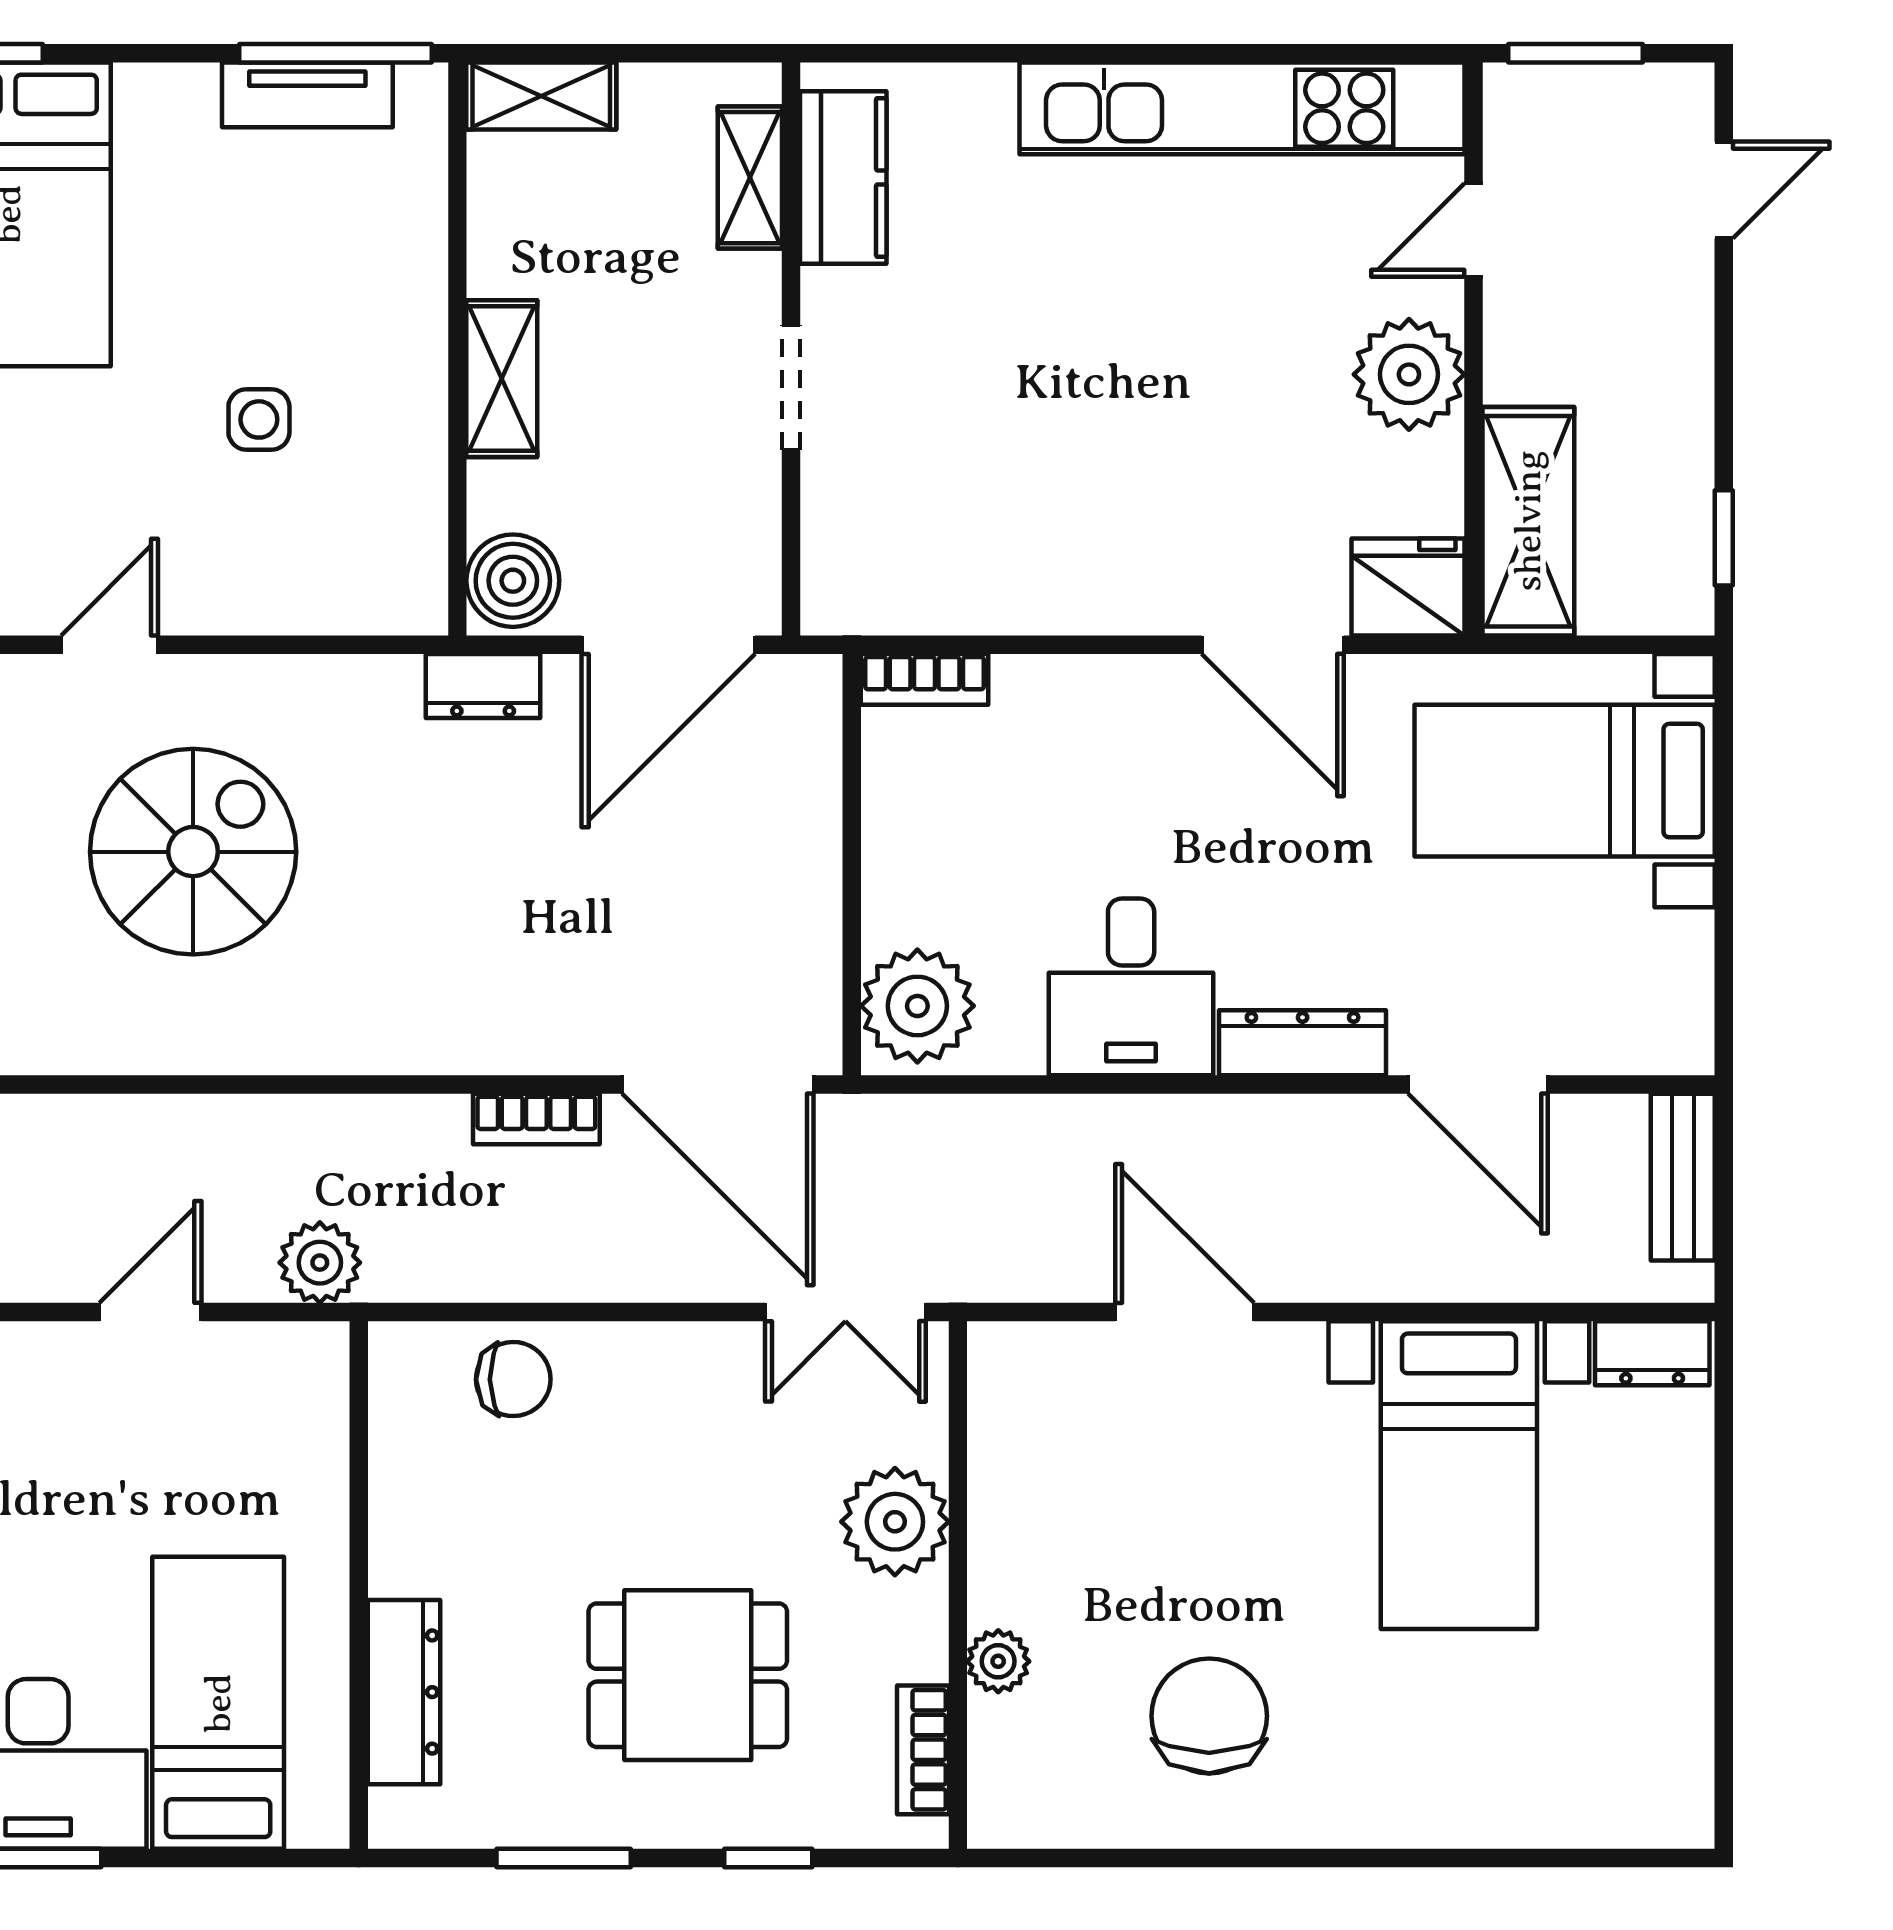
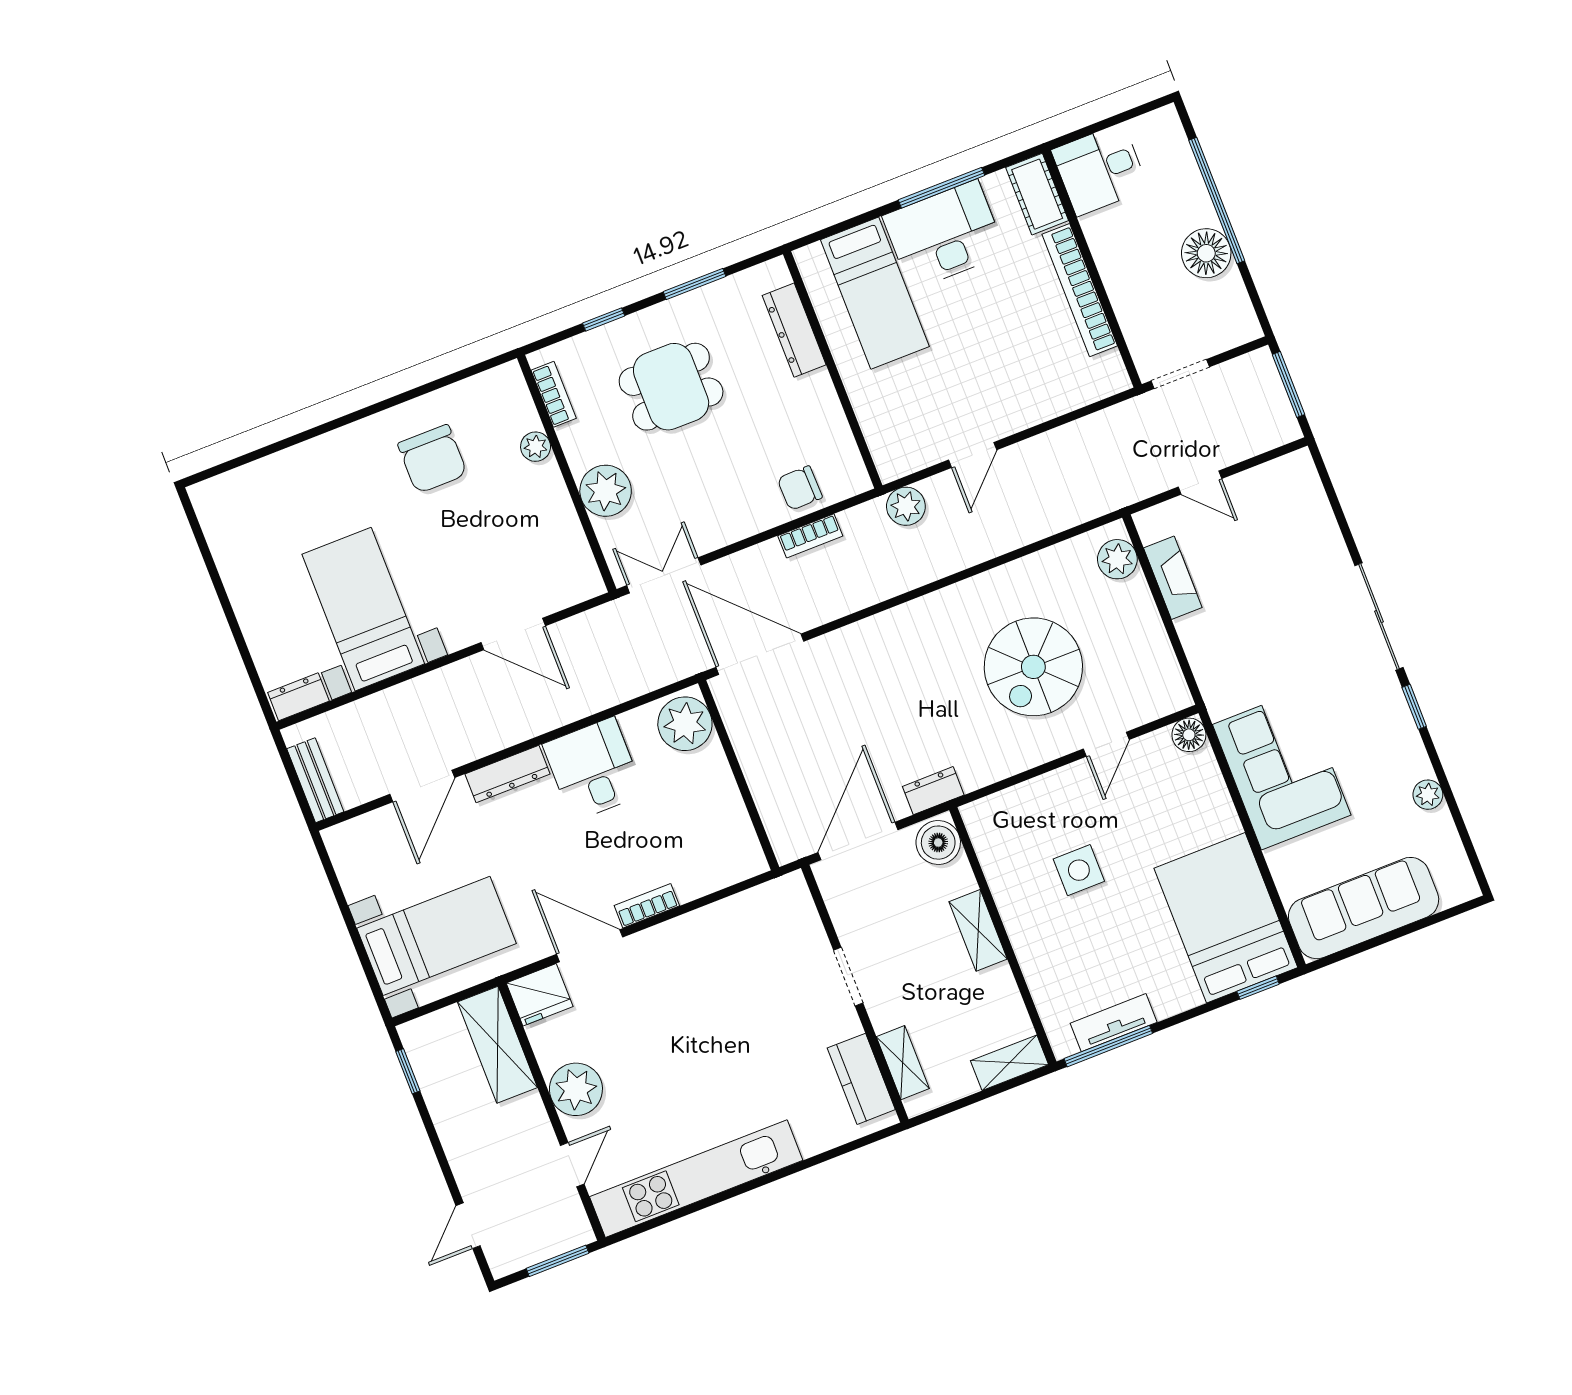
side table: (259, 419) -> (1079, 870), width x1.37, depth x1.37
bookcase: (925, 679) -> (647, 906), moved
door: (1478, 1085) -> (422, 786), swing flipped
bookcase: (536, 1119) -> (810, 536), moved, turned 180

